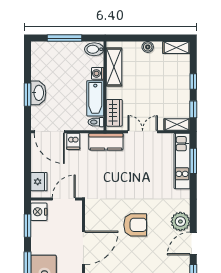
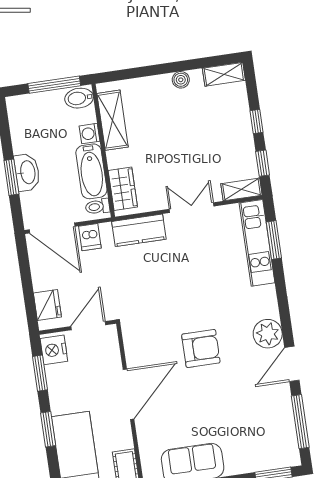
bidet: (94, 49) -> (79, 98), moved
shelving: (114, 67) -> (113, 120), moved
washing machine: (98, 73) -> (89, 134), moved
wall: (105, 86) -> (103, 151), moved
bathtub: (95, 98) -> (91, 171), moved
wardrobe: (114, 113) -> (123, 189), moved
toilet: (96, 122) -> (98, 207), moved

